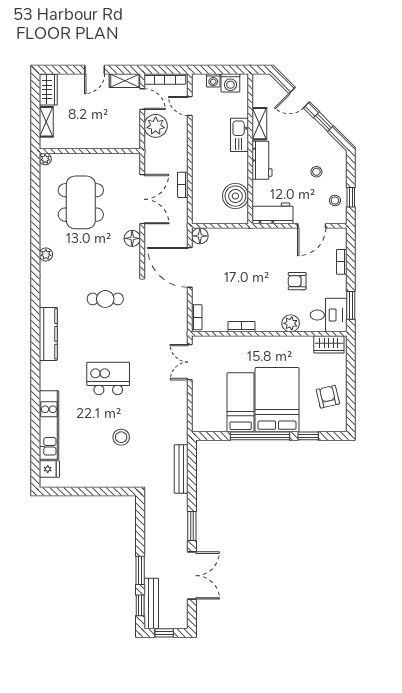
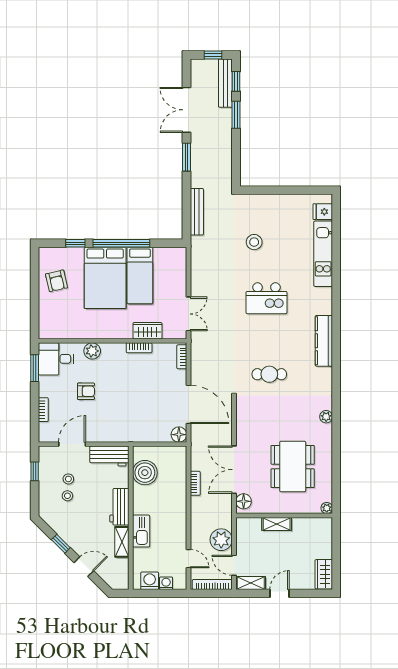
shelving: (46, 122) -> (277, 524), moved, turned 90
stool: (335, 201) -> (68, 479), moved
floor lamp: (132, 238) -> (244, 501), moved
wardrobe: (329, 344) -> (147, 331), moved

